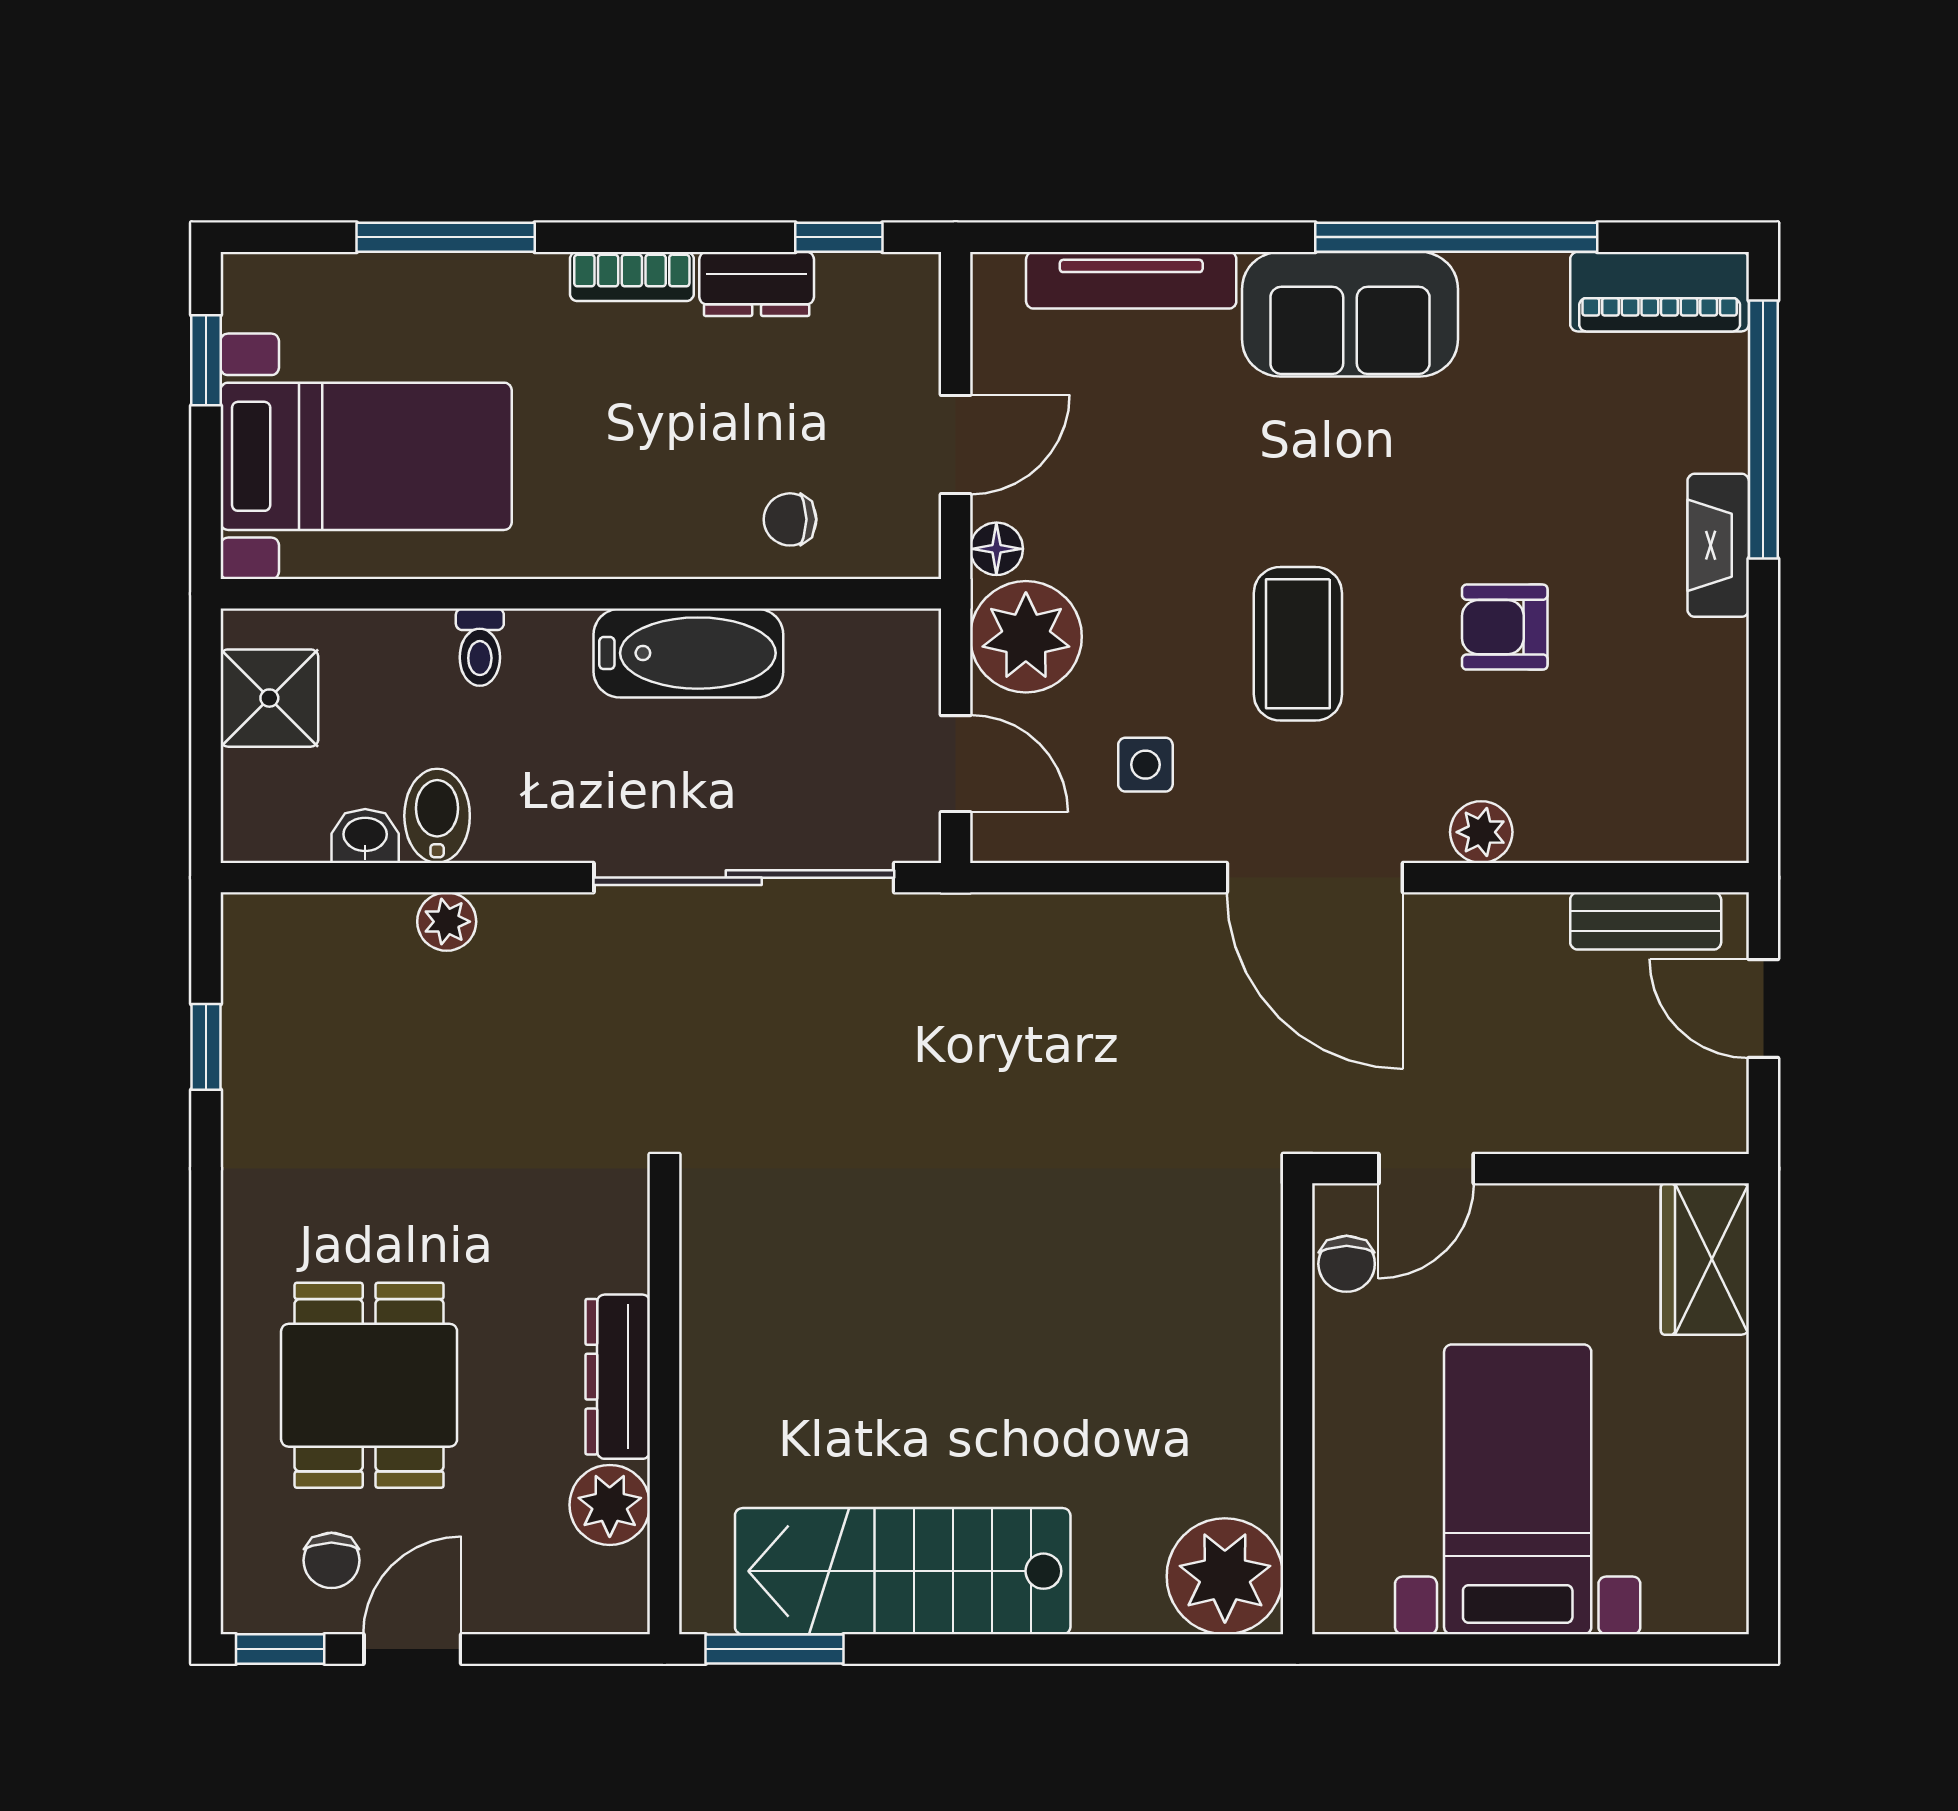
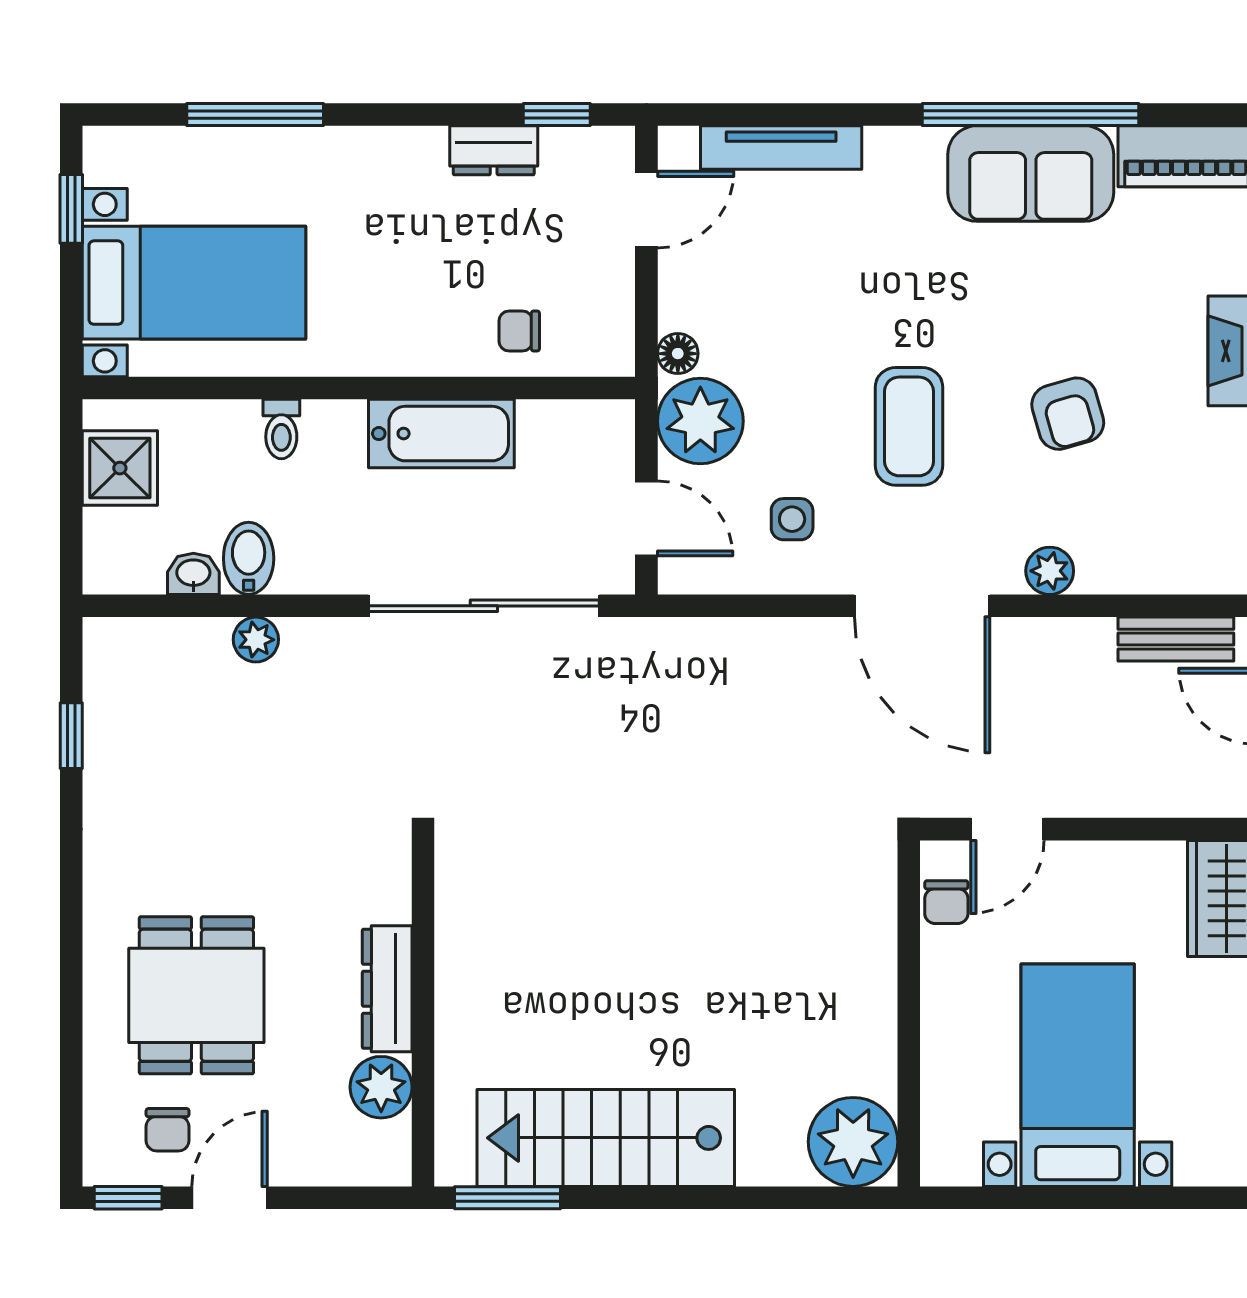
bookcase: (632, 276) -> (398, 145), removed
sofa: (1350, 314) -> (1031, 174), moved
door: (956, 444) -> (646, 210), moved
armchair: (1505, 627) -> (1068, 414), turned -106

